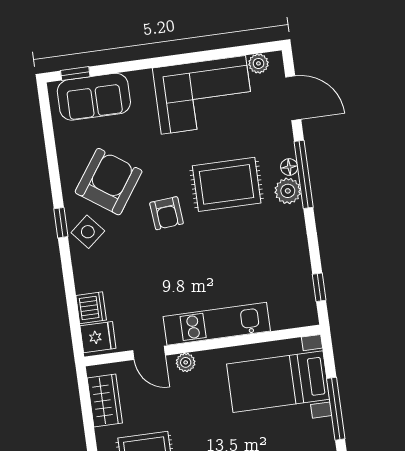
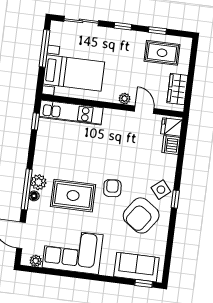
kitchen unit: (217, 324) -> (71, 112), moved

